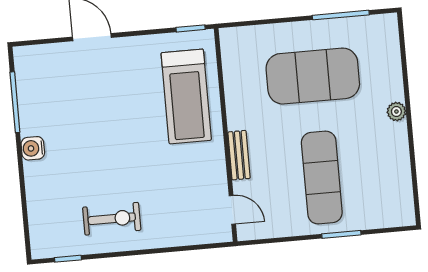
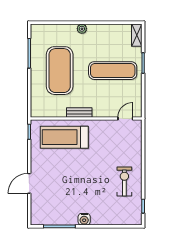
treadmill: (186, 96) -> (64, 137), turned 180
bench: (239, 155) -> (79, 112), moved
shelving: (394, 218) -> (137, 35), added

